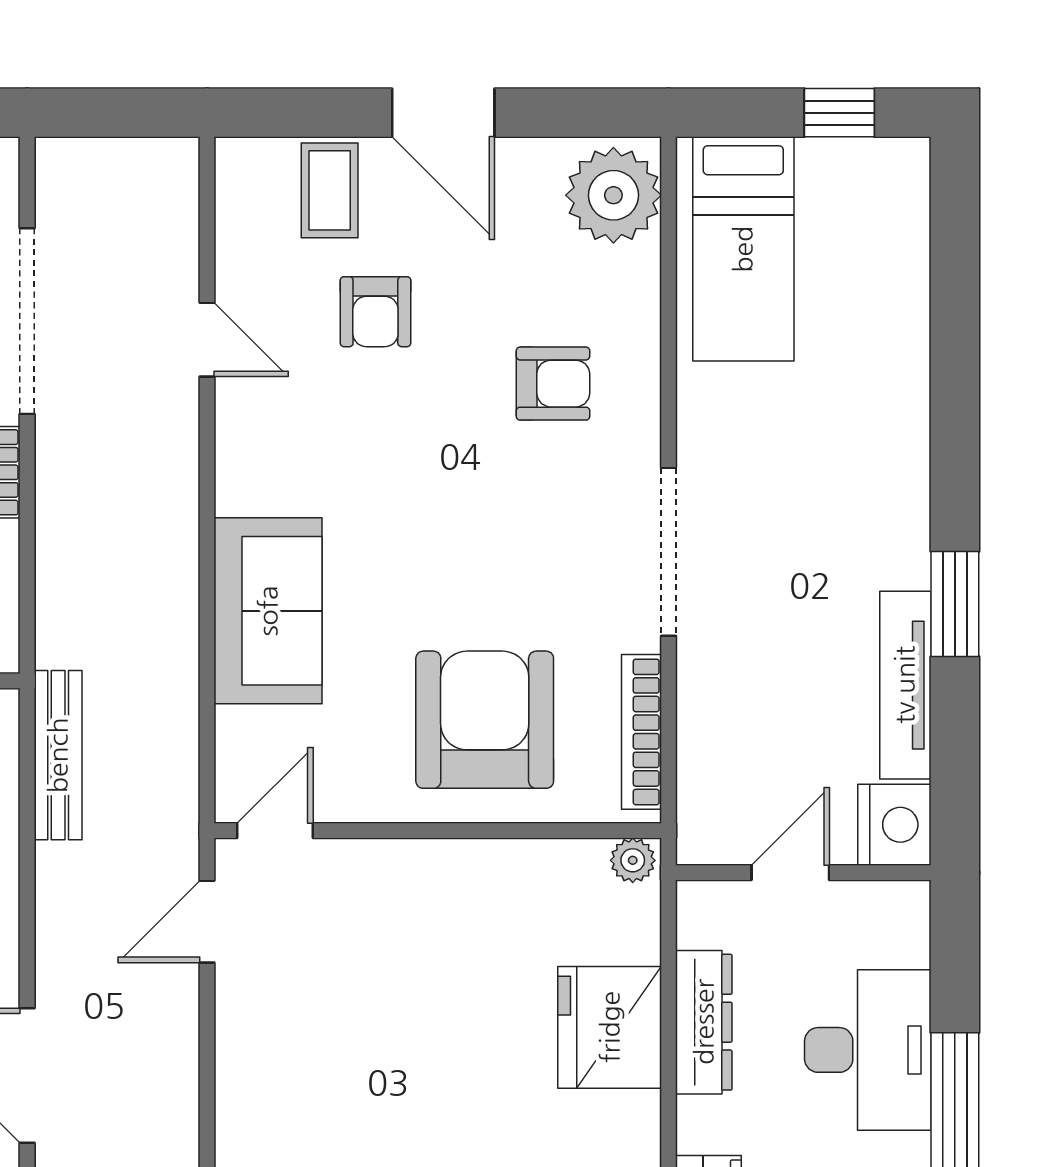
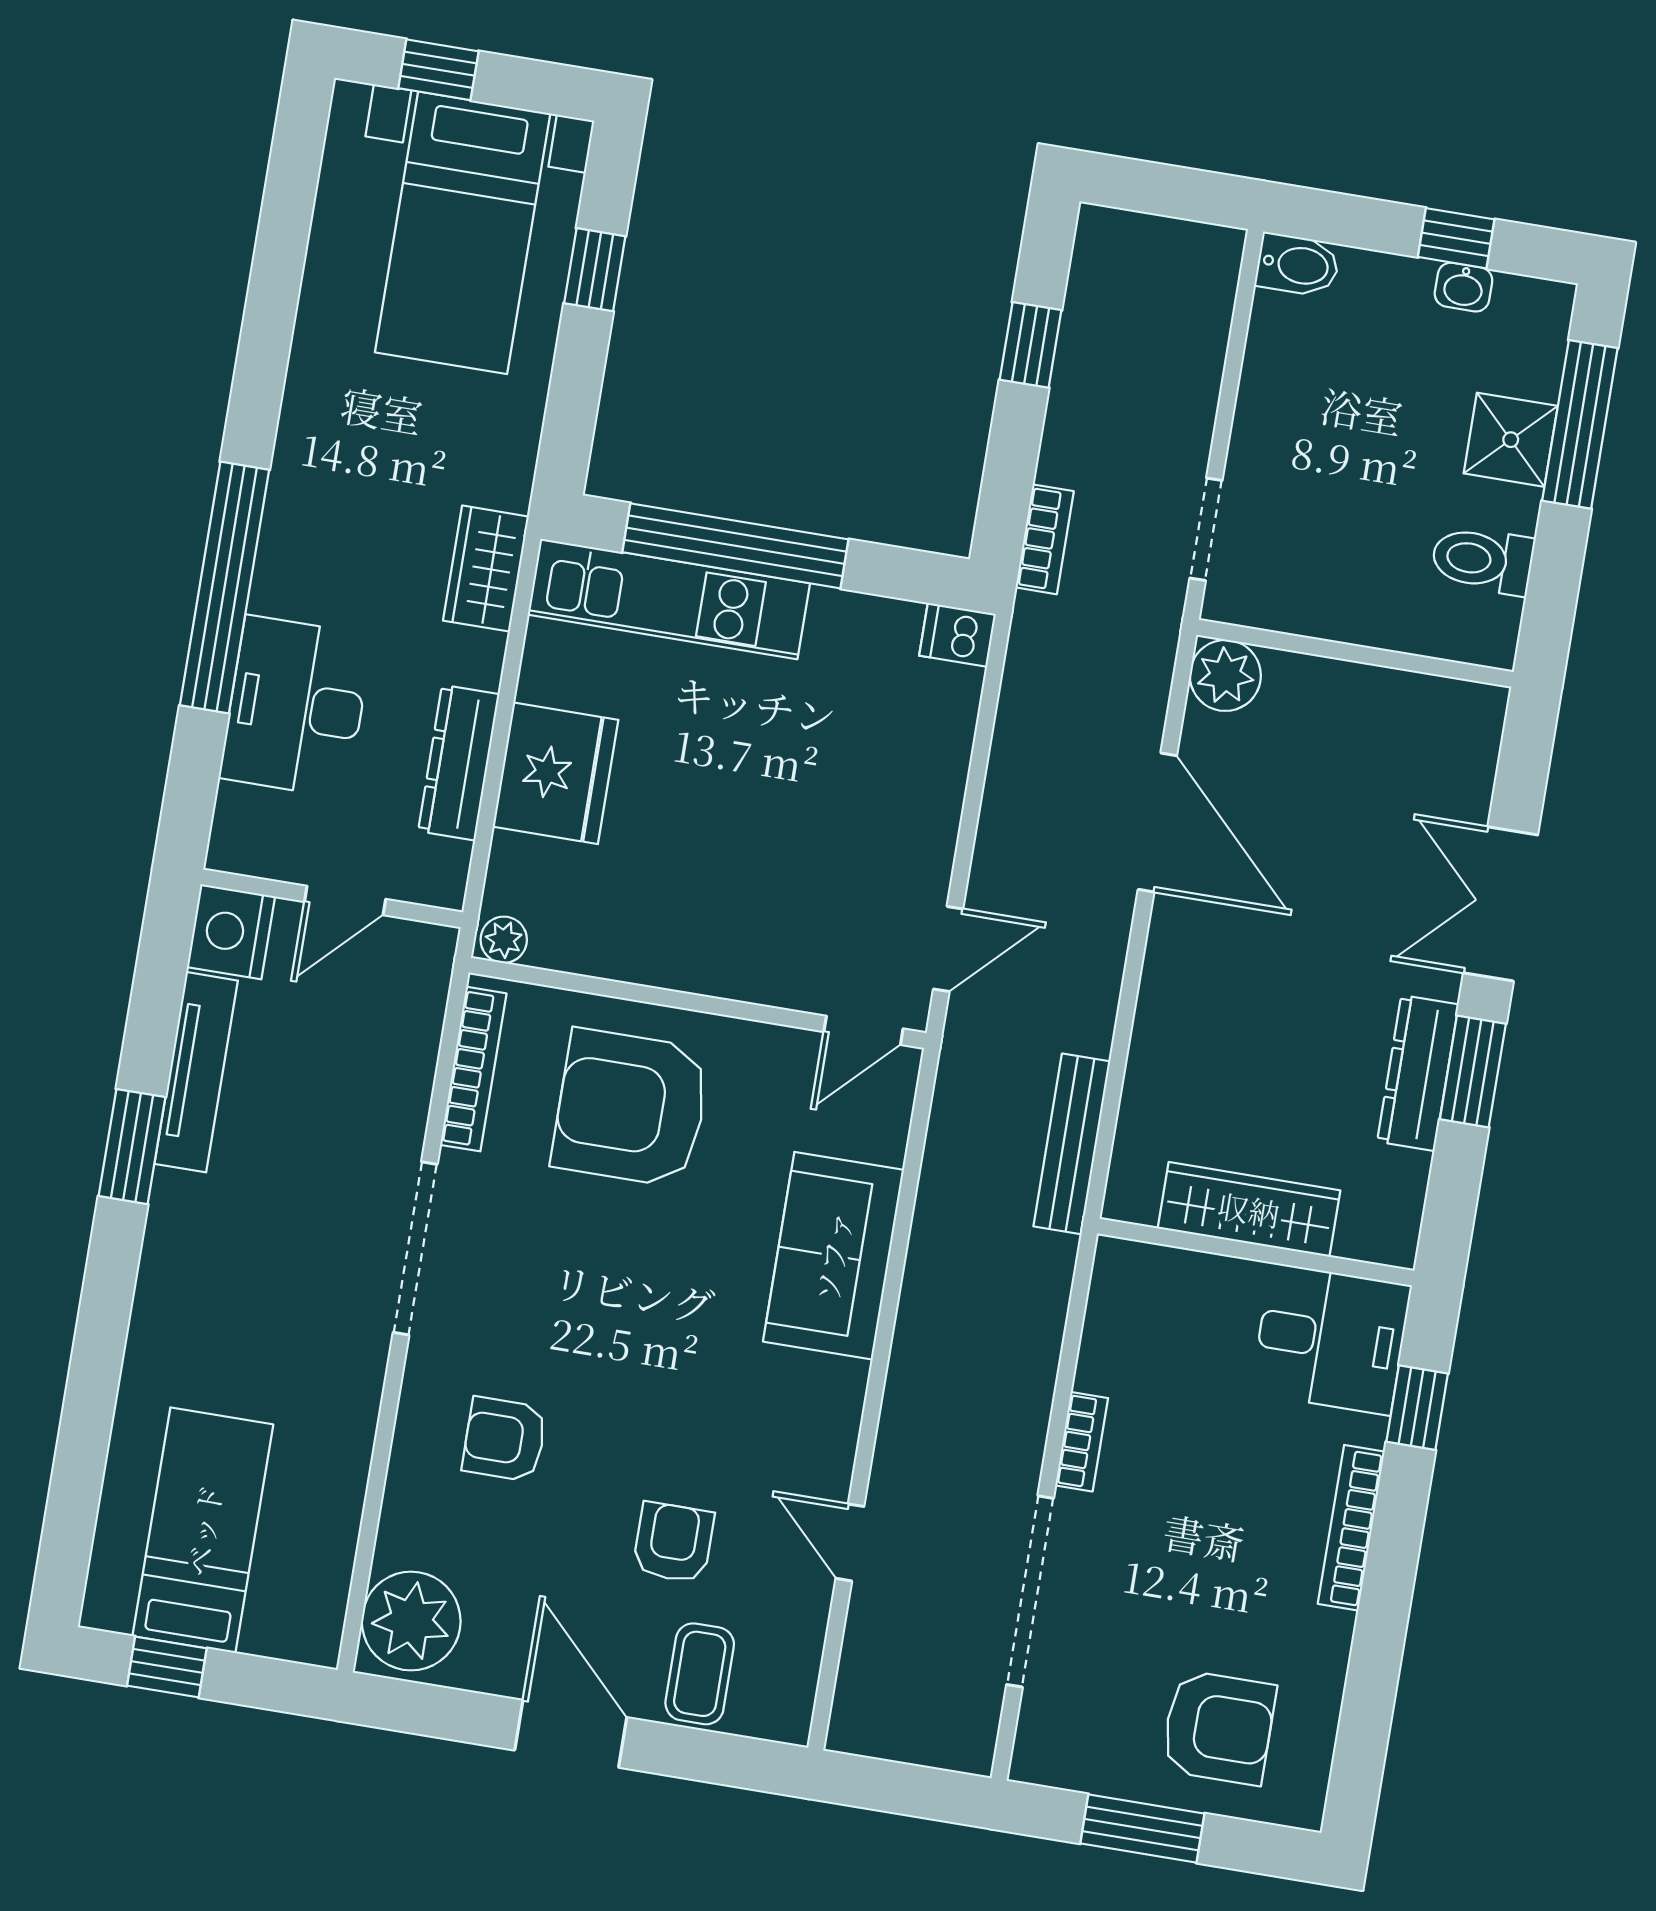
bed: (743, 249) -> (203, 1530), moved
armchair: (485, 720) -> (631, 1108), turned 90

